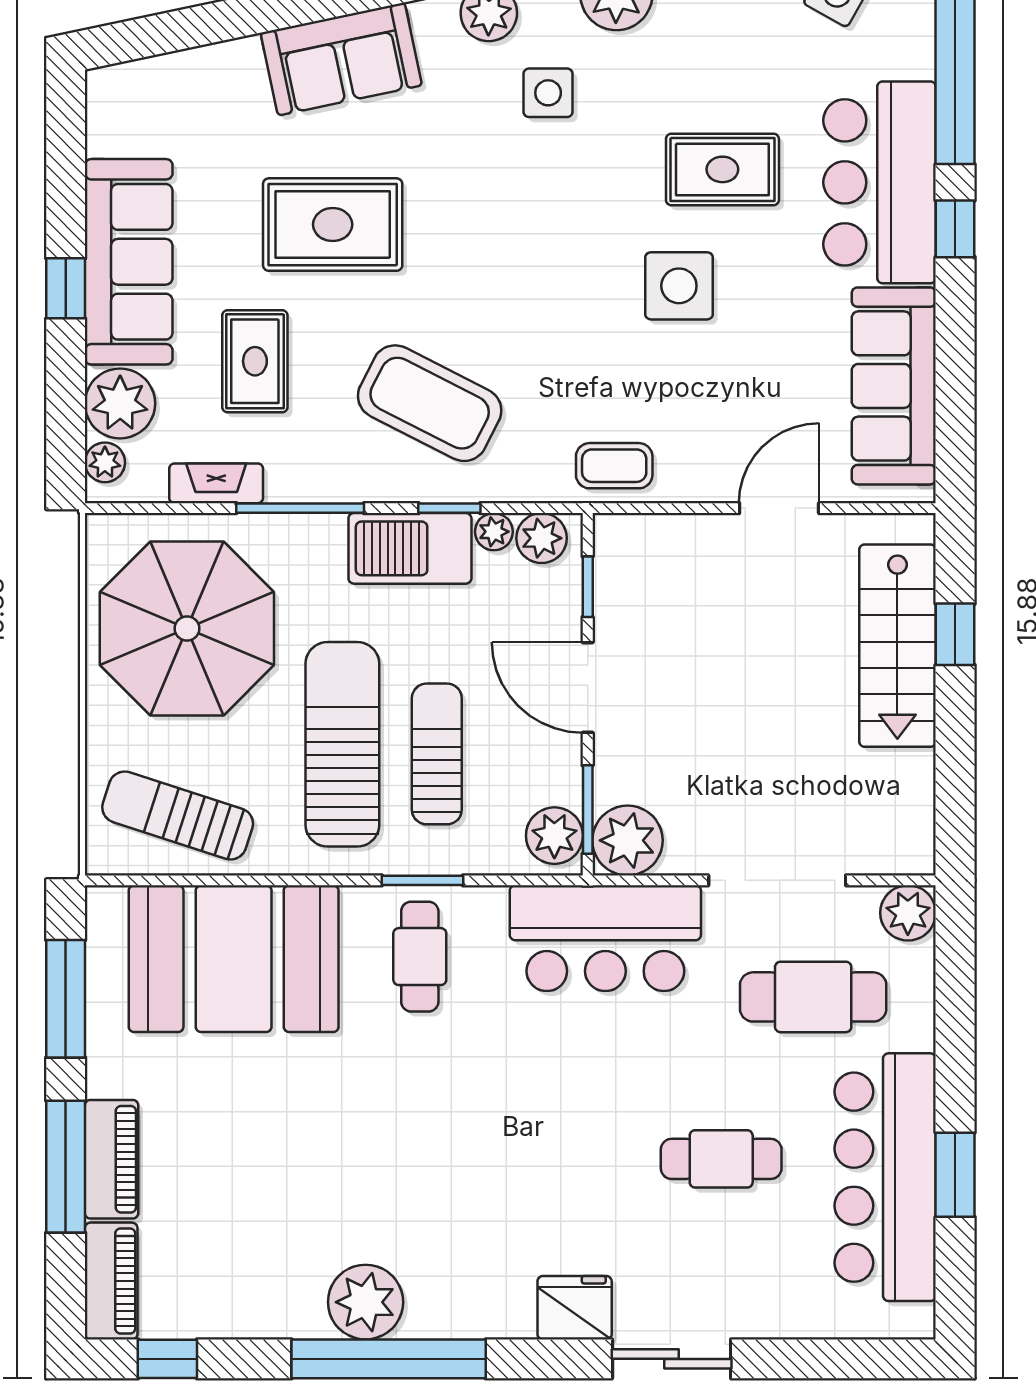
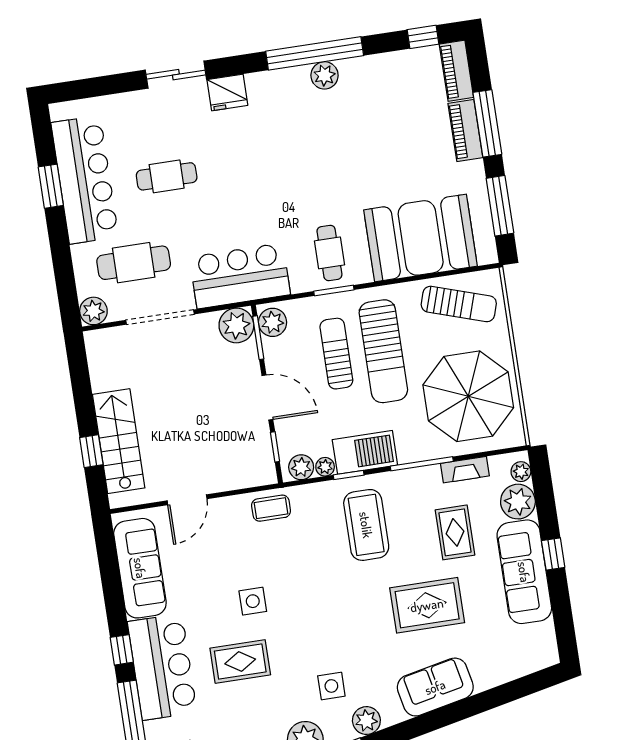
side table: (679, 286) -> (253, 601), width x0.73, depth x0.73
coffee table: (430, 403) -> (366, 525), turned 63
sun lounger: (437, 754) -> (336, 354), turned 180
plant: (366, 1302) -> (325, 75), width x0.73, depth x0.73

